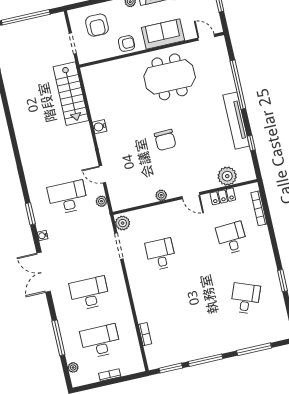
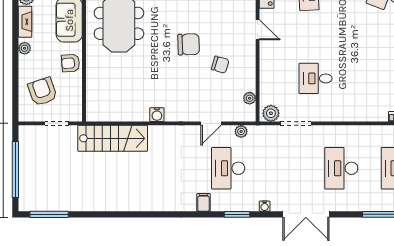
armchair: (97, 25) -> (42, 91), turned -109
armchair: (126, 43) -> (71, 63), turned -94
chair: (154, 171) -> (220, 65), added
filing cabinet: (34, 183) -> (203, 202), added
plant: (161, 195) -> (250, 98), moved
door: (191, 196) -> (258, 30), hinge flipped

